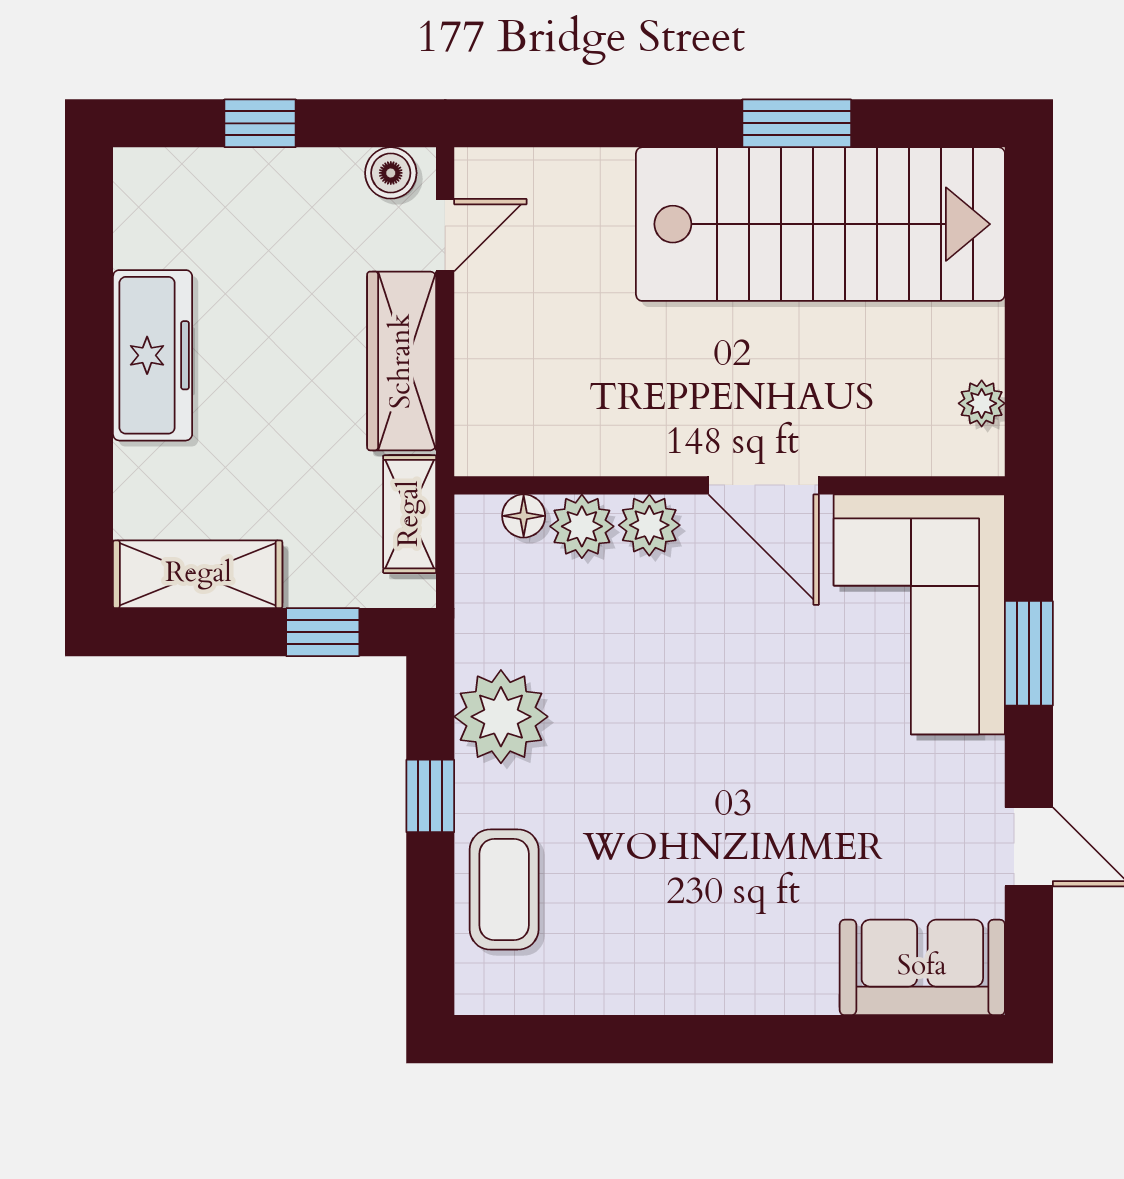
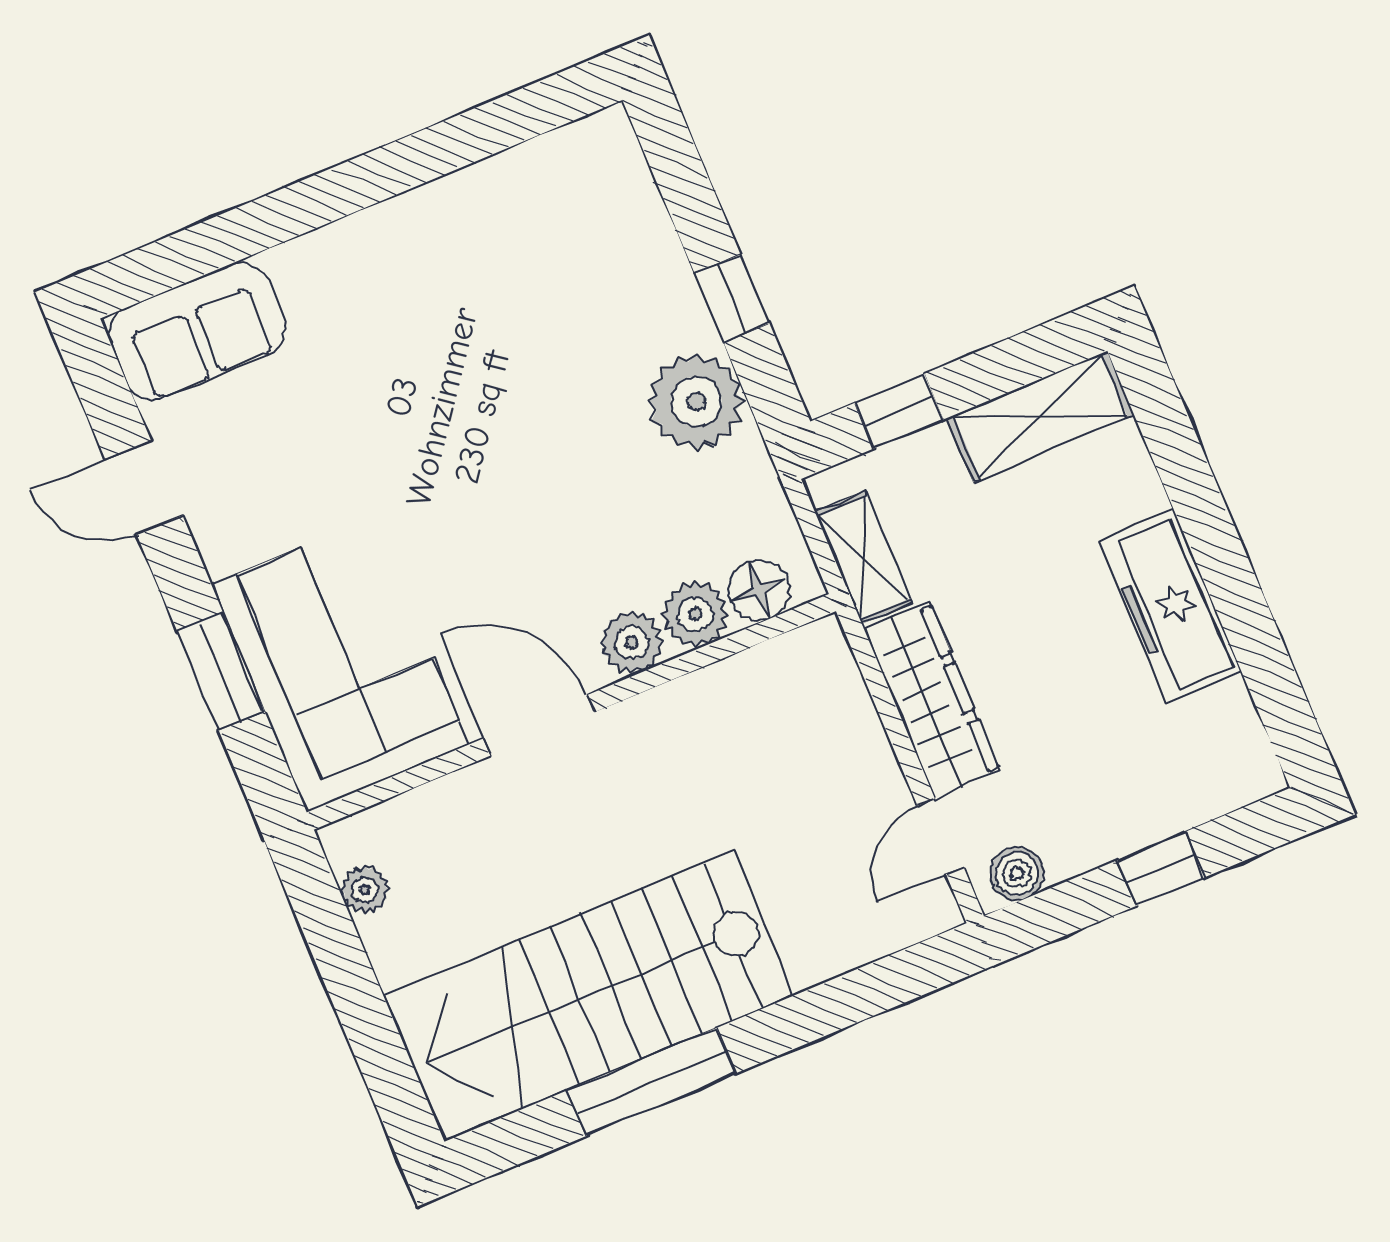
window: (797, 123) -> (651, 1082), width x1.44
floor lamp: (524, 516) -> (759, 590), width x1.37, depth x1.37
coffee table: (504, 890) -> (625, 239), removed

